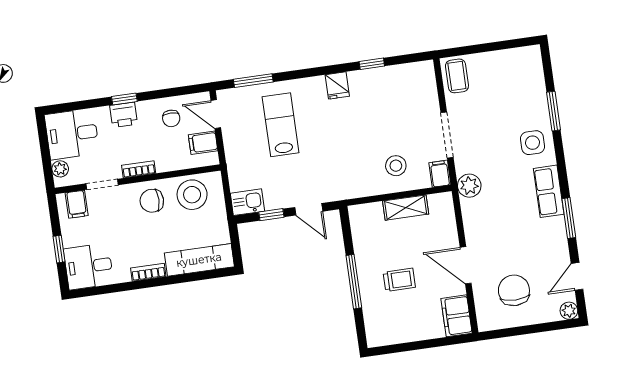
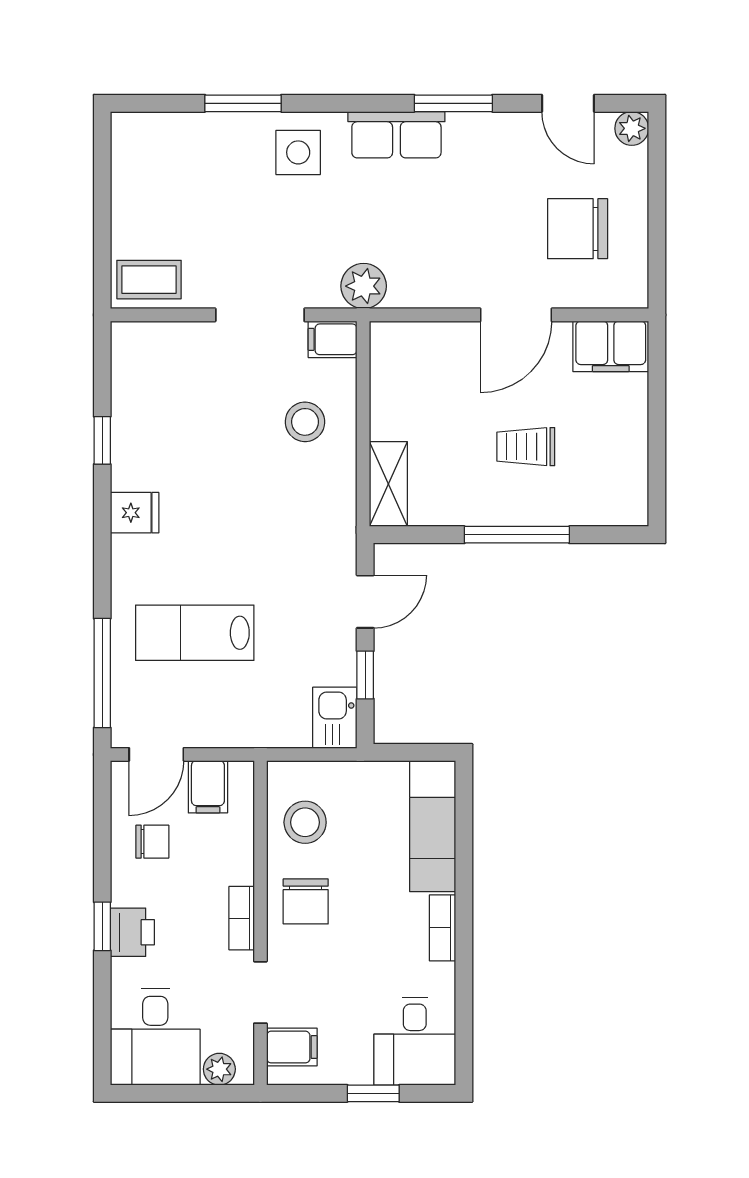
window: (253, 81) -> (102, 673), width x1.44
stool: (192, 195) -> (305, 822), width x0.73, depth x0.73
shelving: (406, 208) -> (388, 484), moved
trolley: (399, 280) -> (526, 447), turned -90

